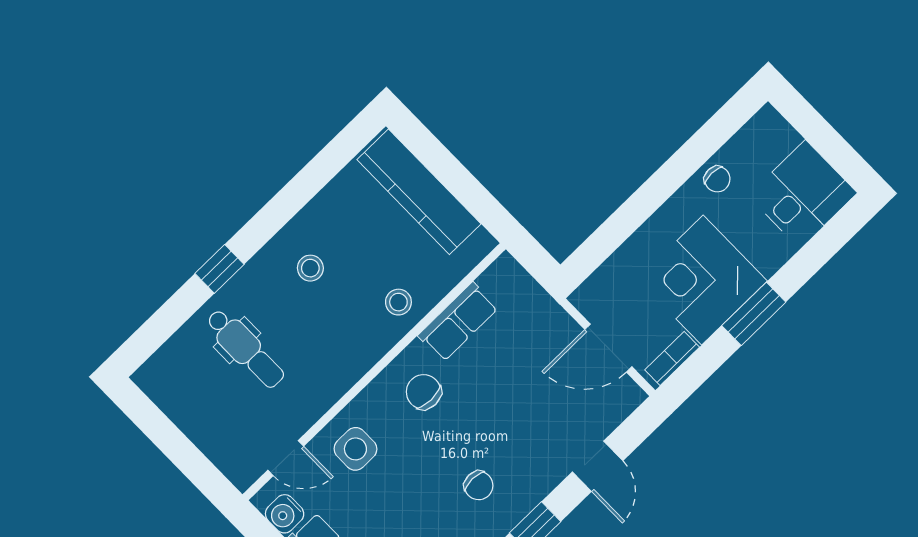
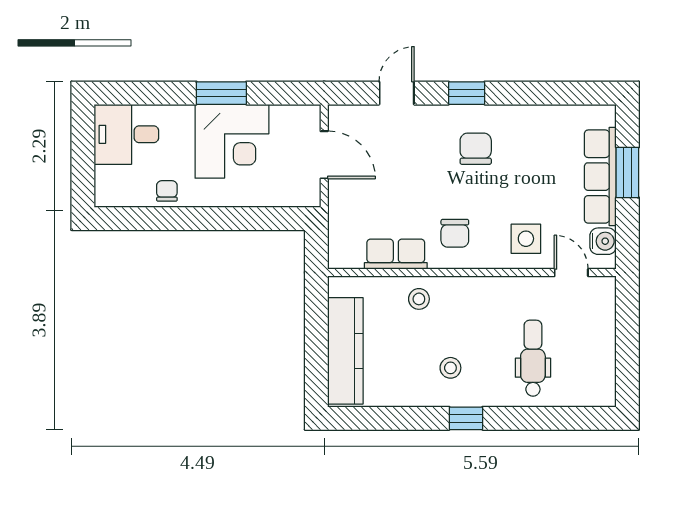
window: (220, 269) -> (466, 418), moved
bookcase: (672, 358) -> (293, 113), removed
chair: (479, 485) -> (476, 149), width x1.37, depth x1.37

